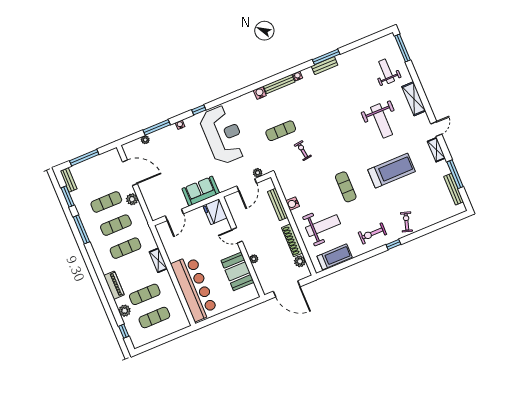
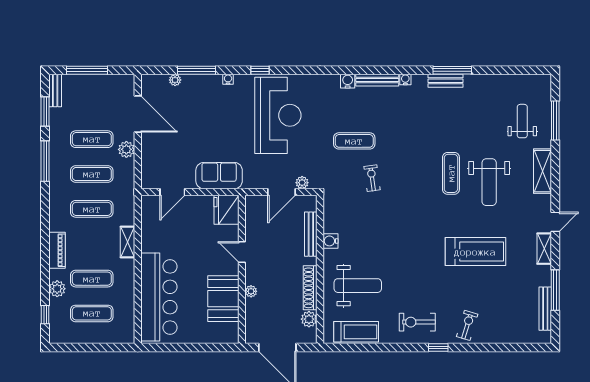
window: (403, 48) -> (555, 120), moved
exercise mat: (346, 187) -> (451, 173), moved

